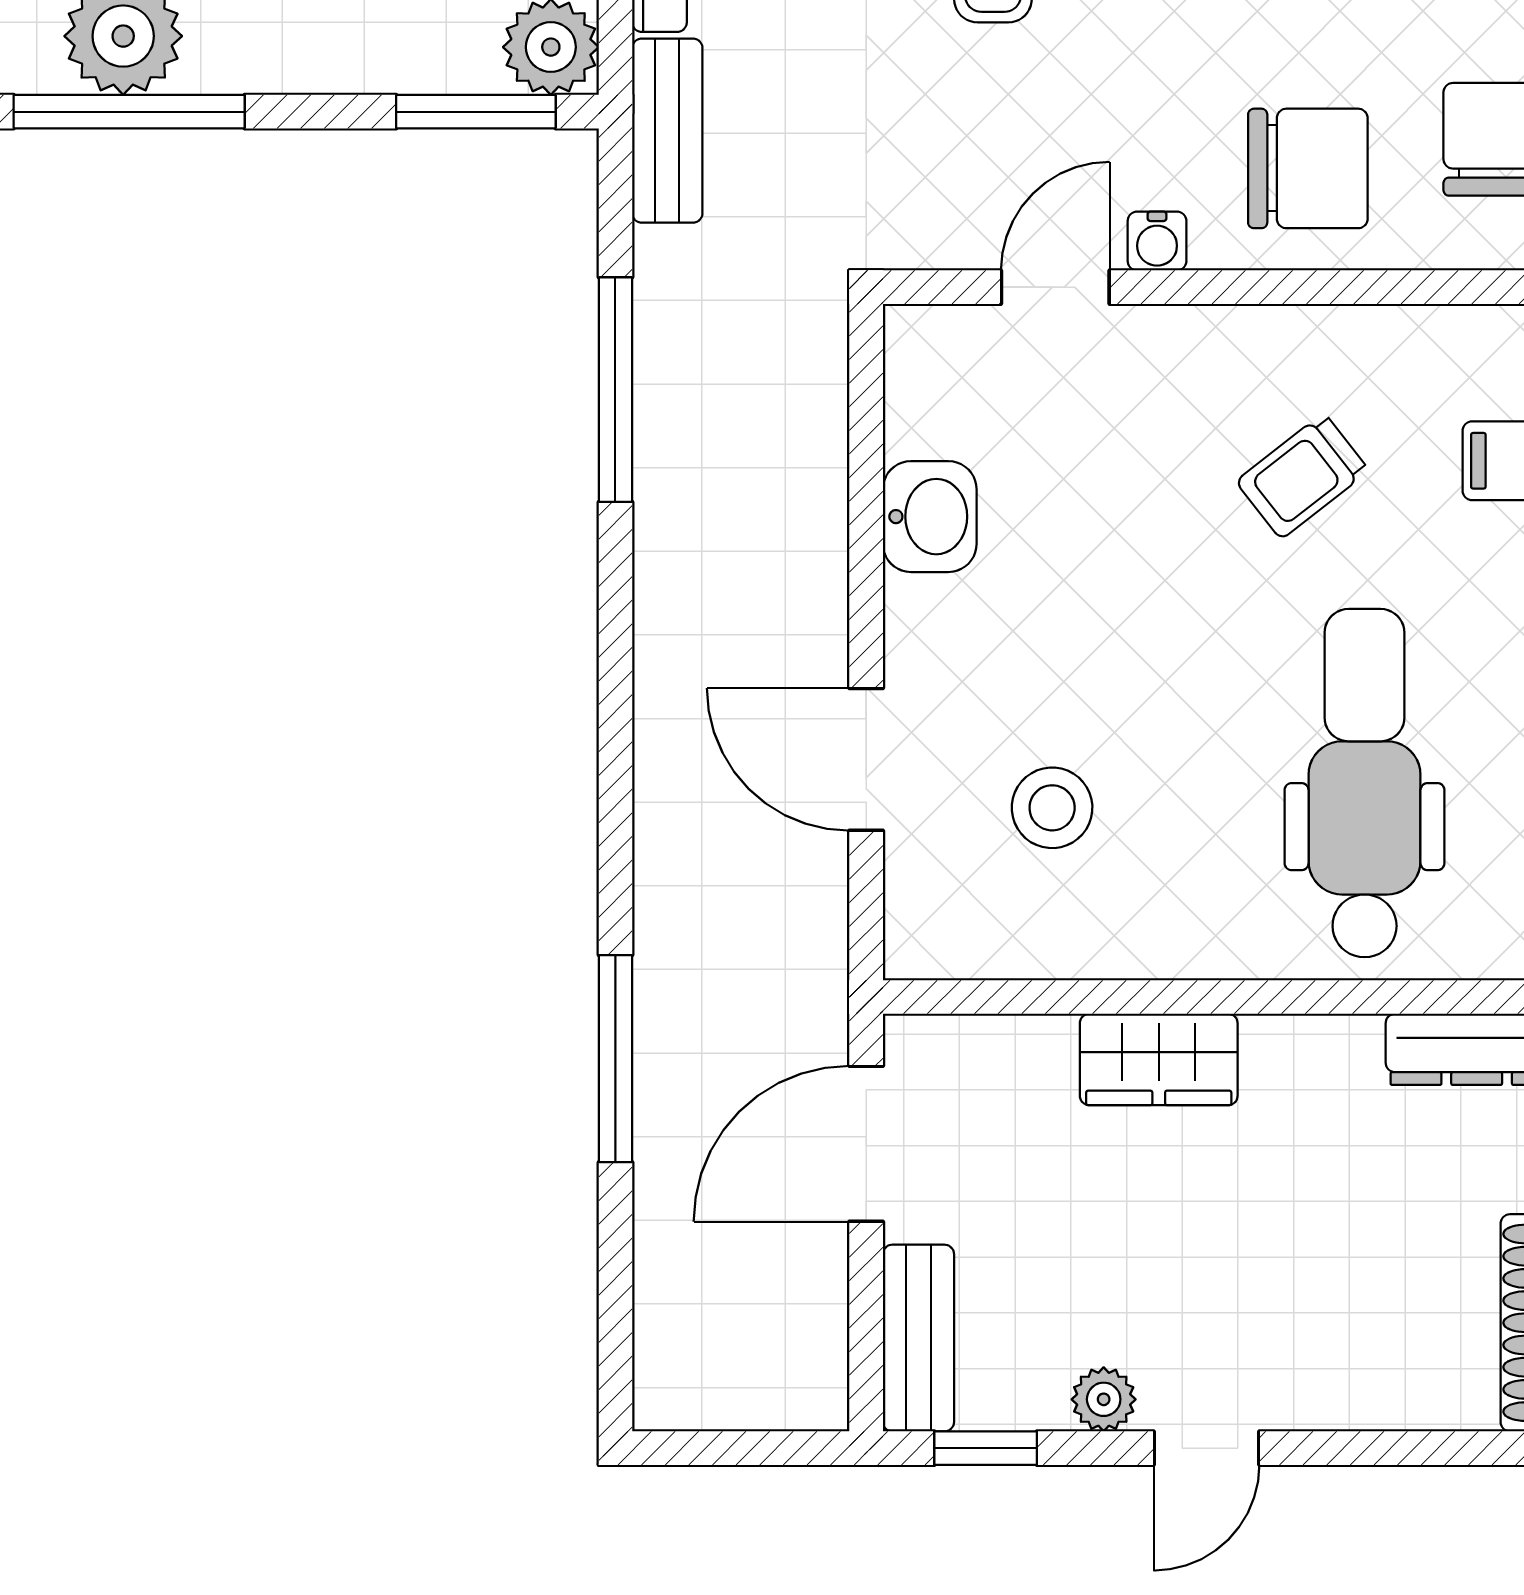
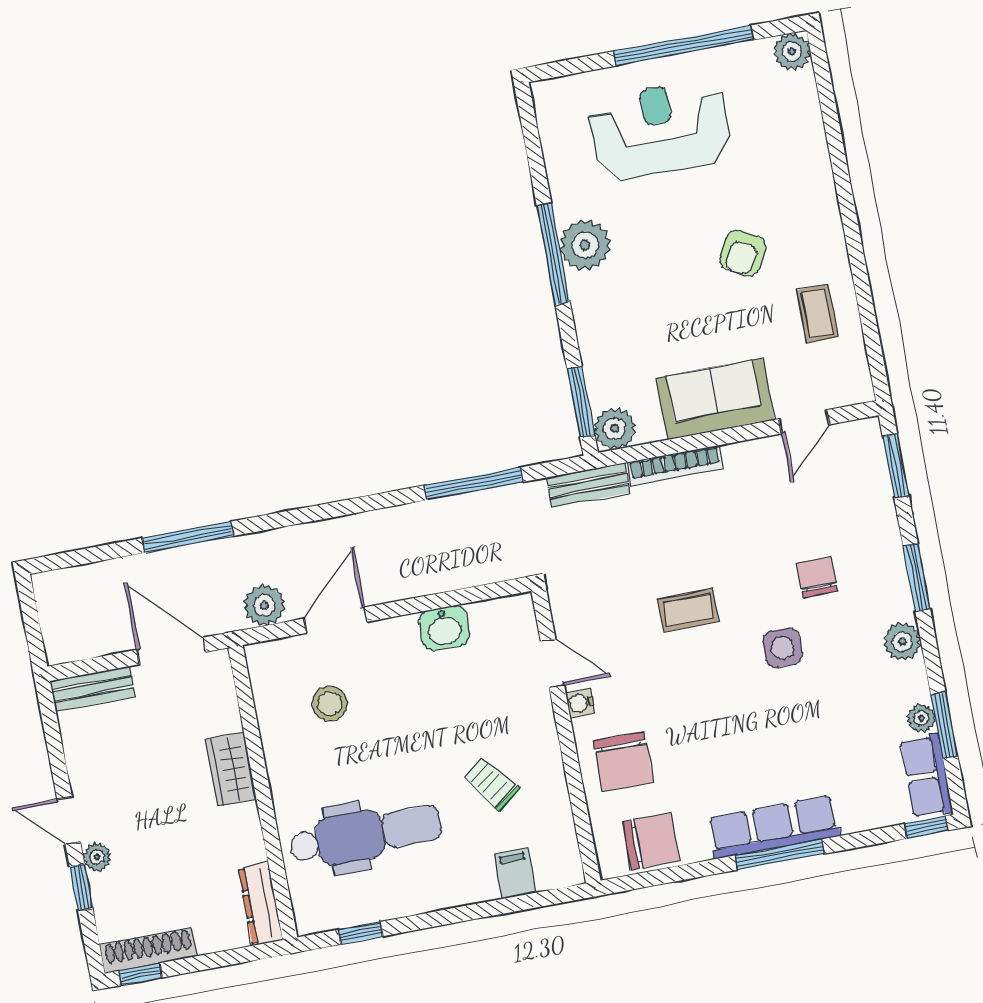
plant: (802, 914) -> (264, 605), added
plant: (1104, 1399) -> (97, 857), moved
window: (986, 1448) -> (81, 887), moved

